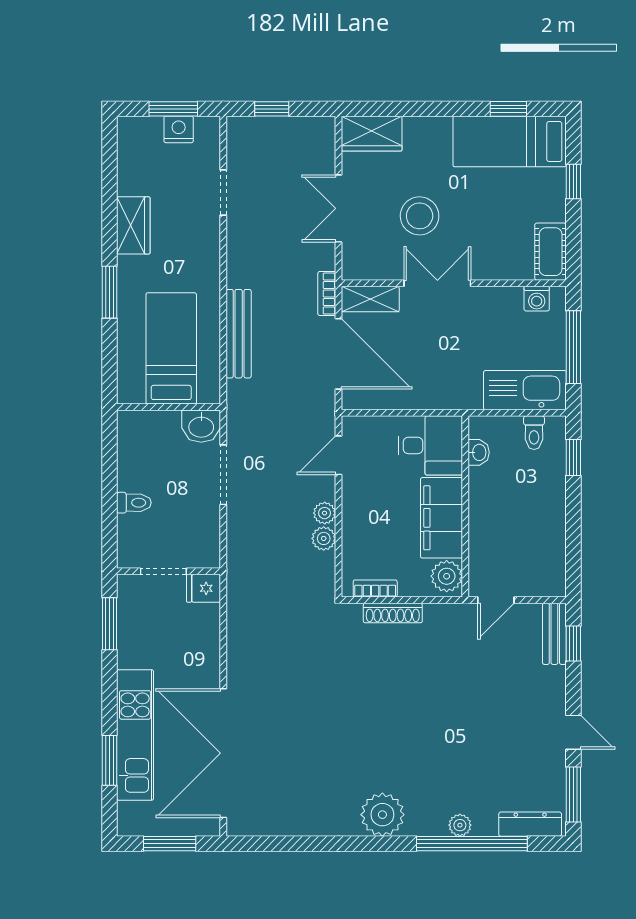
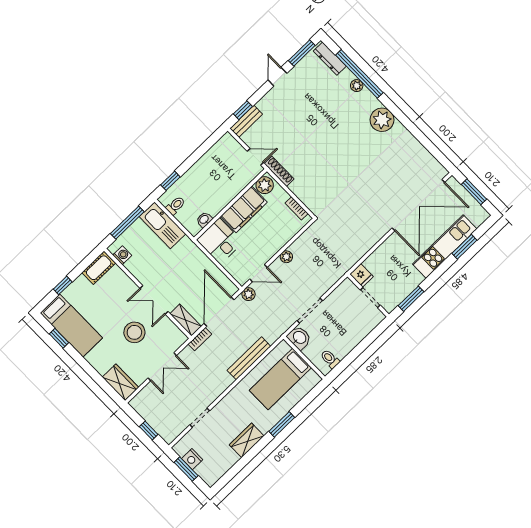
toilet: (134, 503) -> (330, 359), moved
plant: (324, 538) -> (249, 294), moved
shoe rack: (393, 613) -> (279, 171), moved

